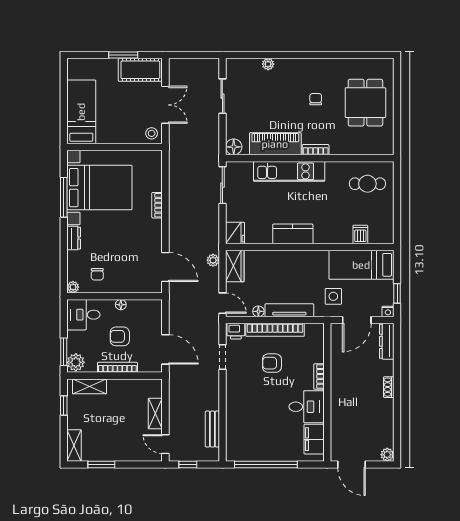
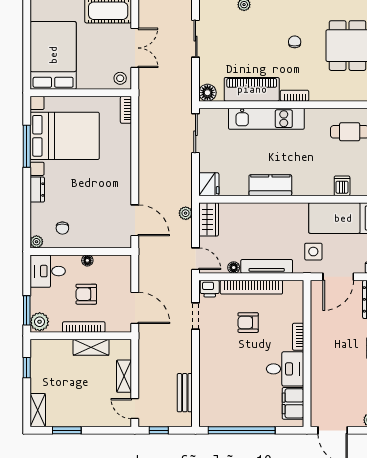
bed: (81, 112) -> (53, 55), width x1.50
bookcase: (157, 205) -> (126, 110), moved
shelving: (90, 386) -> (91, 347), moved

